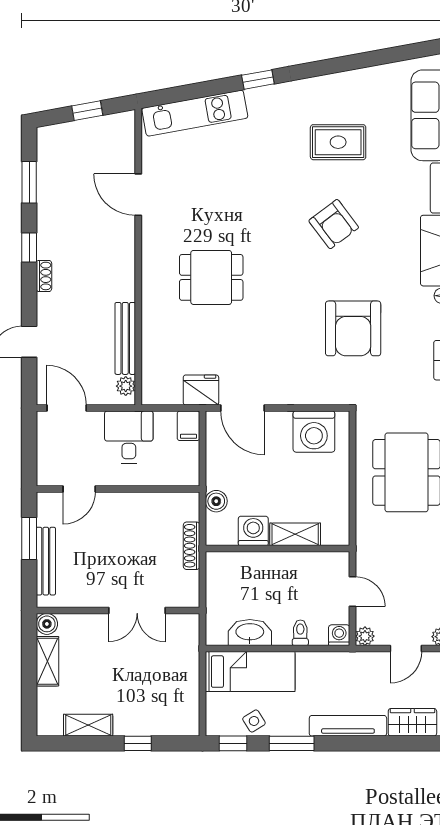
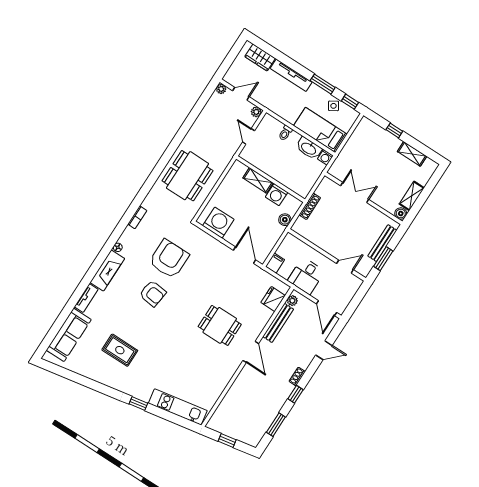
door: (138, 195) -> (251, 352), moved
armchair: (334, 224) -> (153, 293), moved, turned 134
fridge: (201, 390) -> (273, 299), moved, turned 90
washing machine: (339, 635) -> (325, 157), moved

